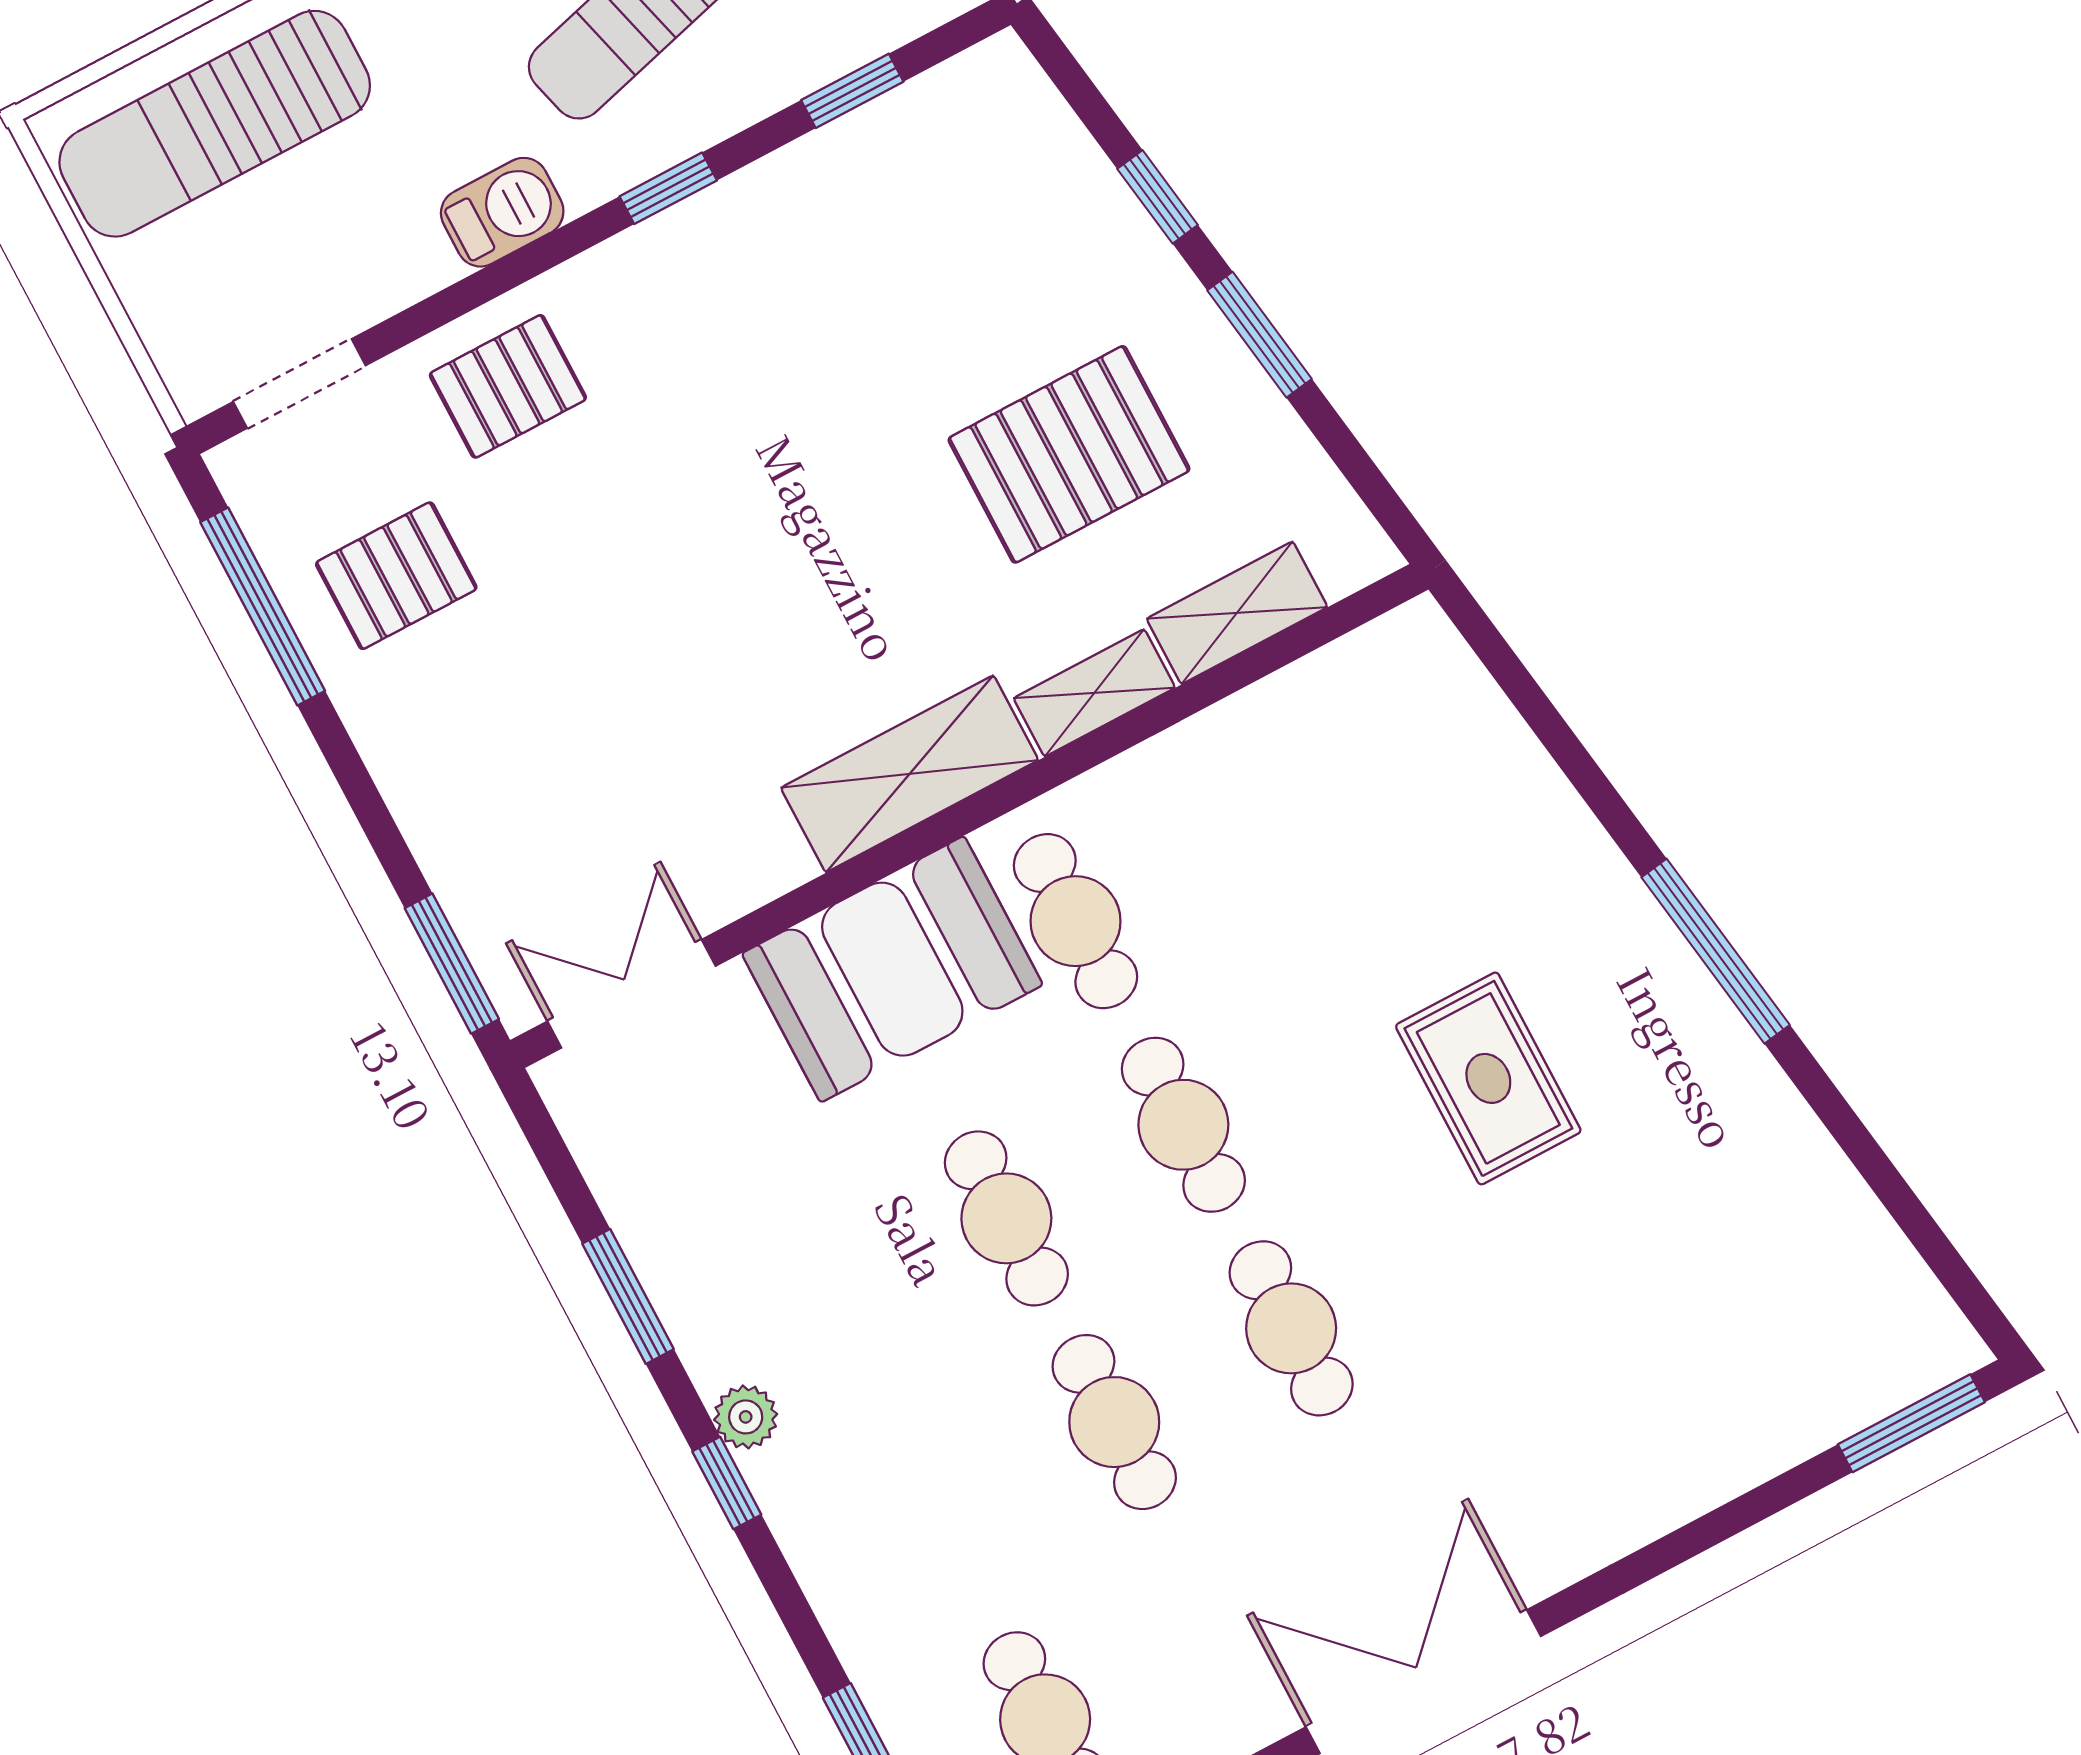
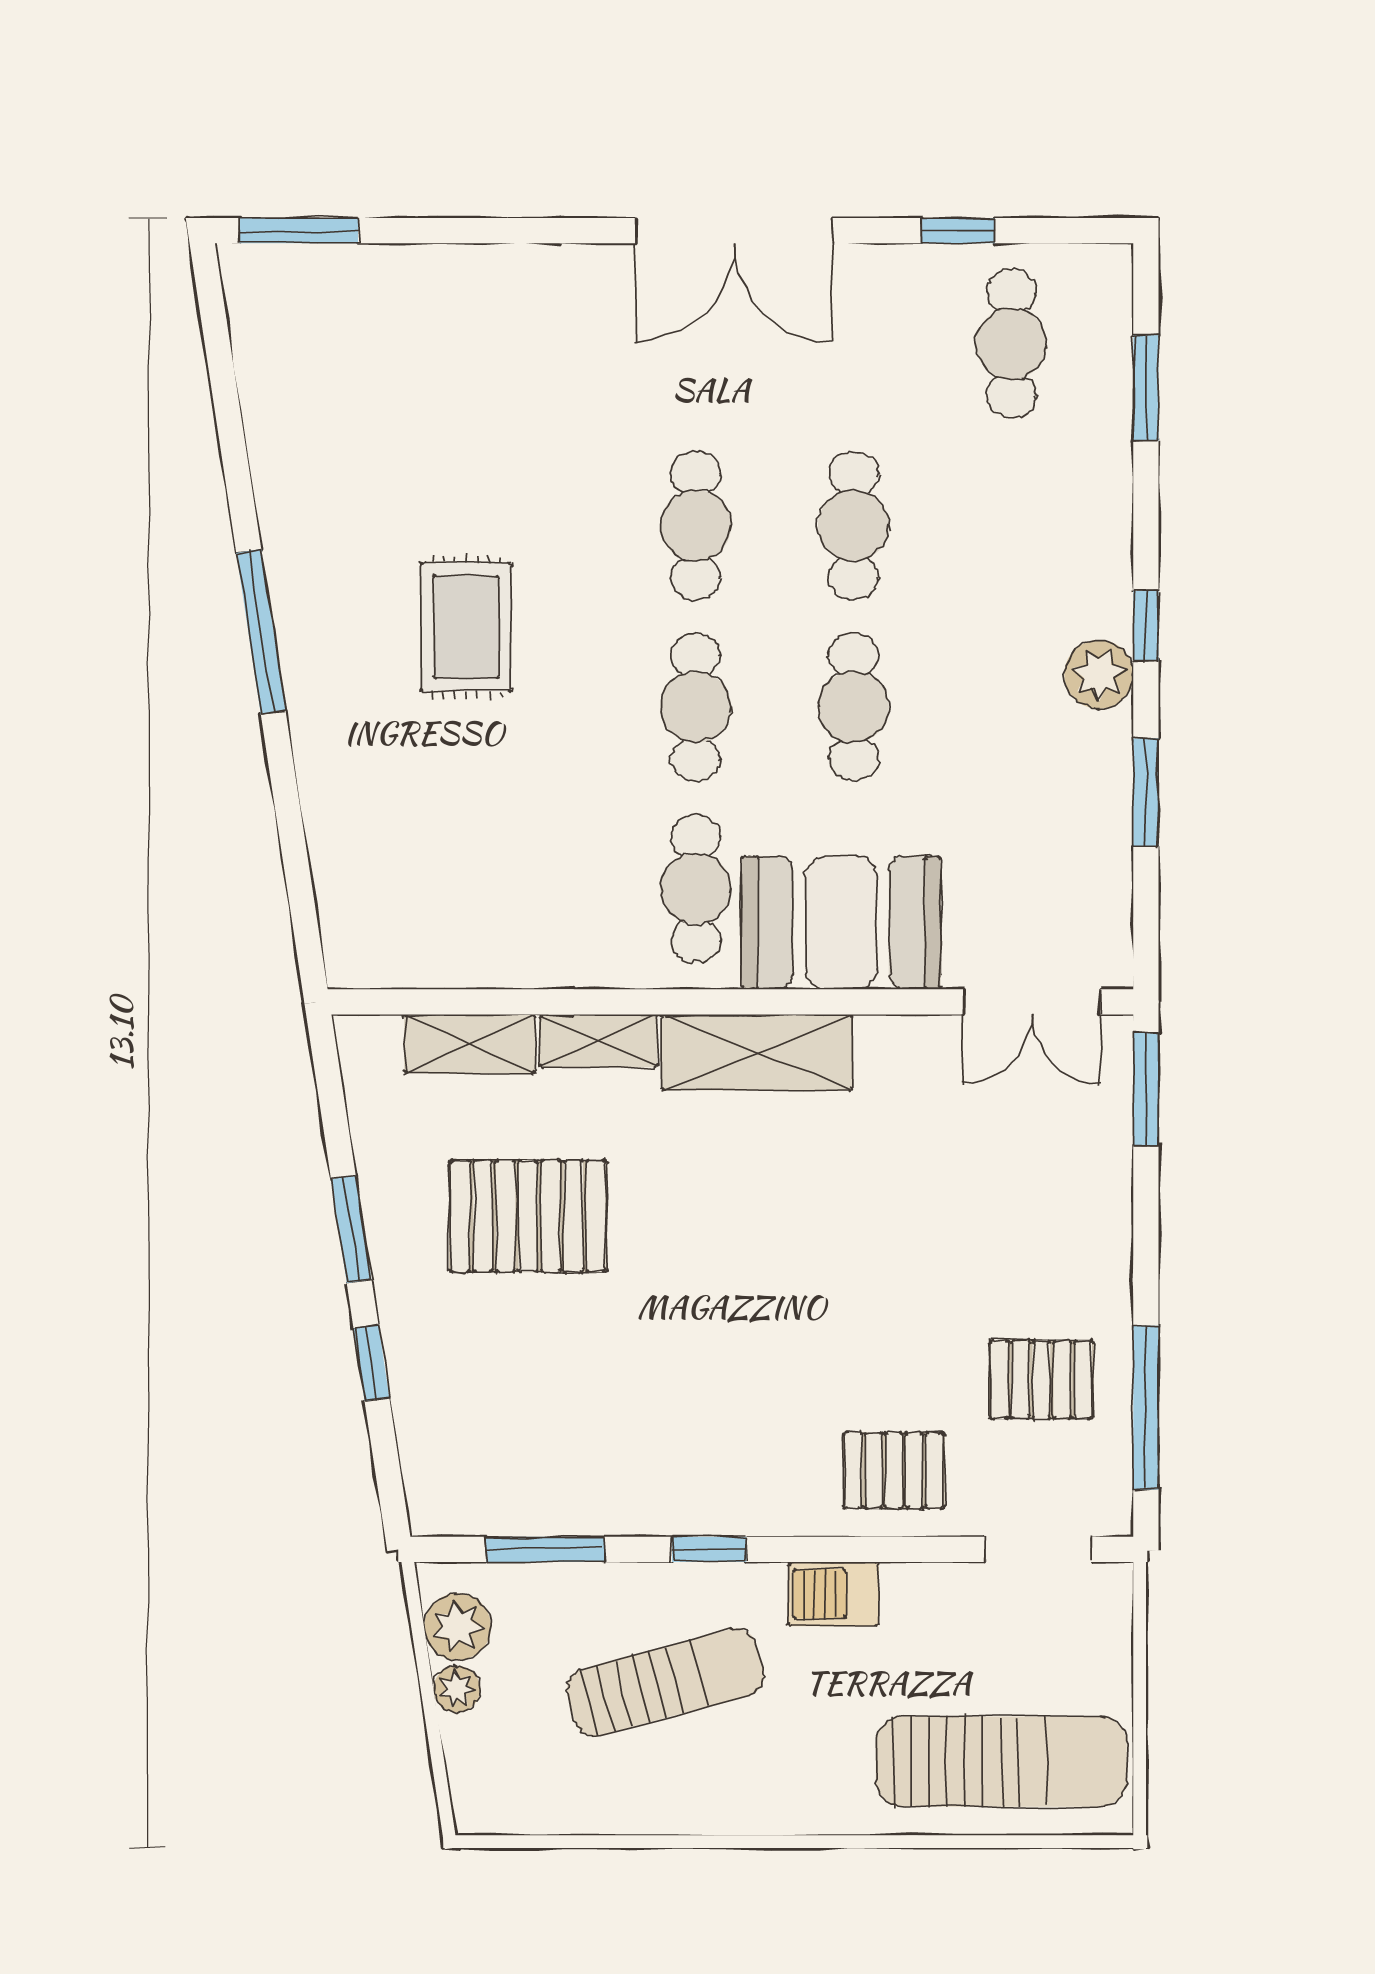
window: (852, 91) -> (545, 1549), width x1.50
plant: (746, 1417) -> (1099, 674), width x1.38, depth x1.38

